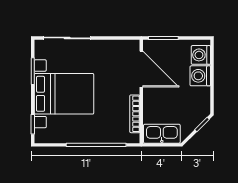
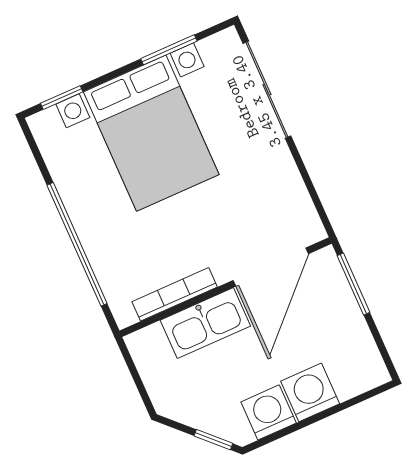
washing machine: (201, 55) -> (269, 412), moved
kitchen sink: (162, 134) -> (205, 323), moved, turned 90

